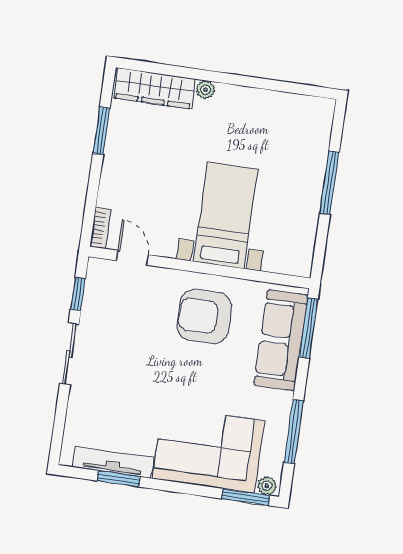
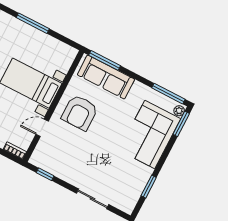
door: (132, 258) -> (42, 128), moved
sliding door: (69, 354) -> (93, 199), moved
window: (294, 432) -> (168, 94), moved
tv unit: (113, 462) -> (139, 187), removed

